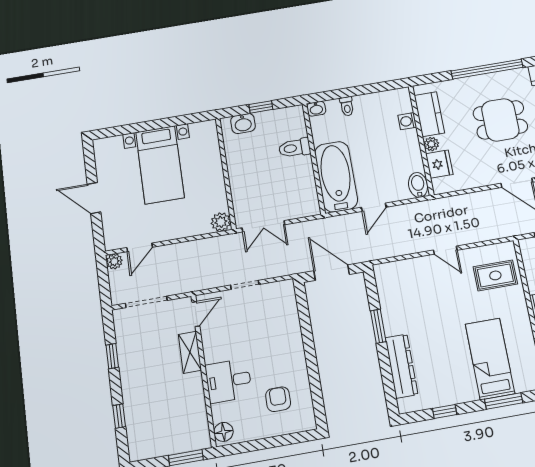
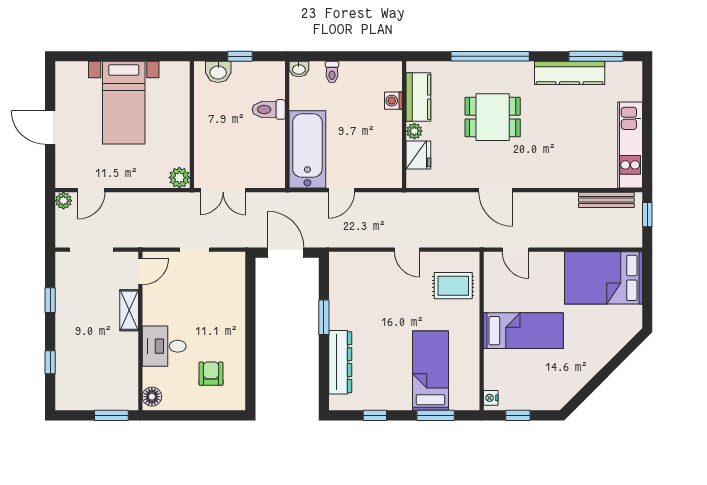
bidet: (418, 185) -> (392, 174), removed

